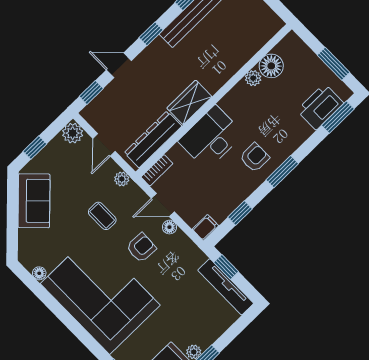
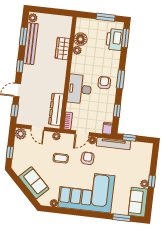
wardrobe: (189, 102) -> (63, 48), moved
sofa: (34, 201) -> (34, 183), moved
tv unit: (226, 287) -> (113, 144), moved

